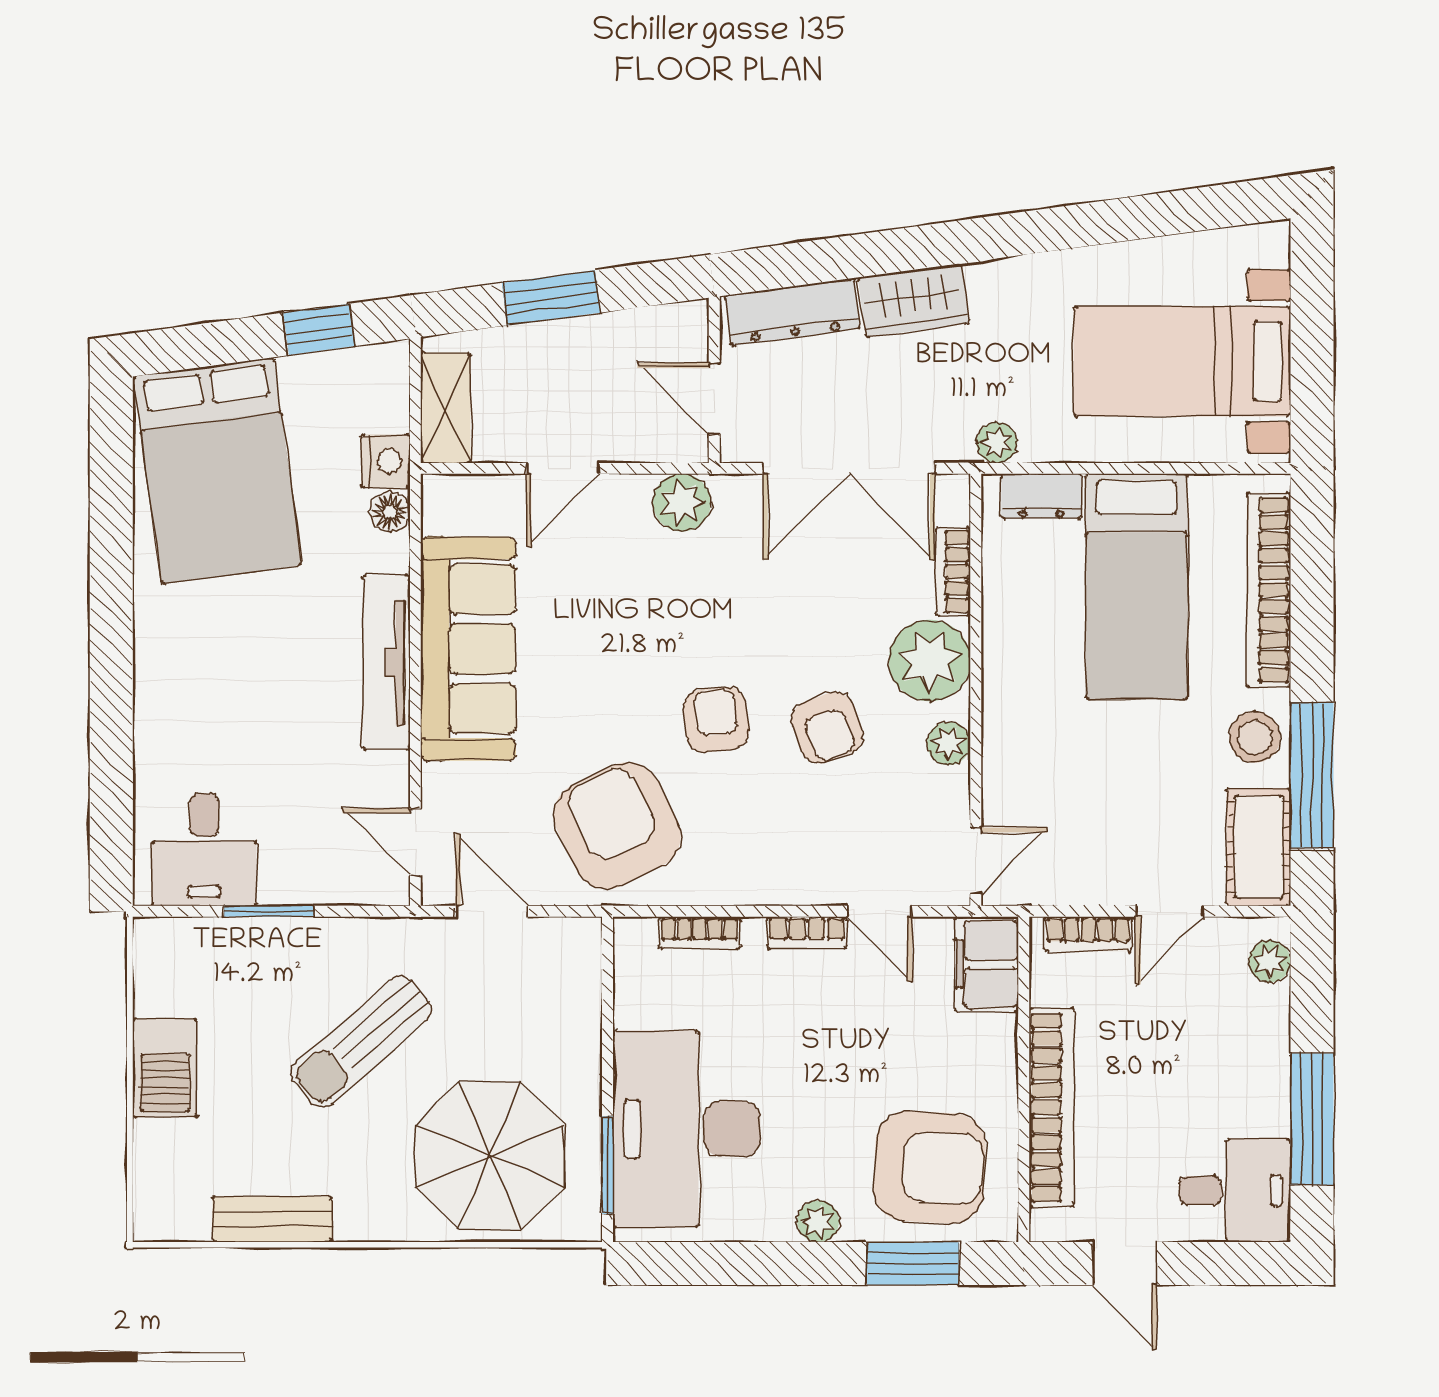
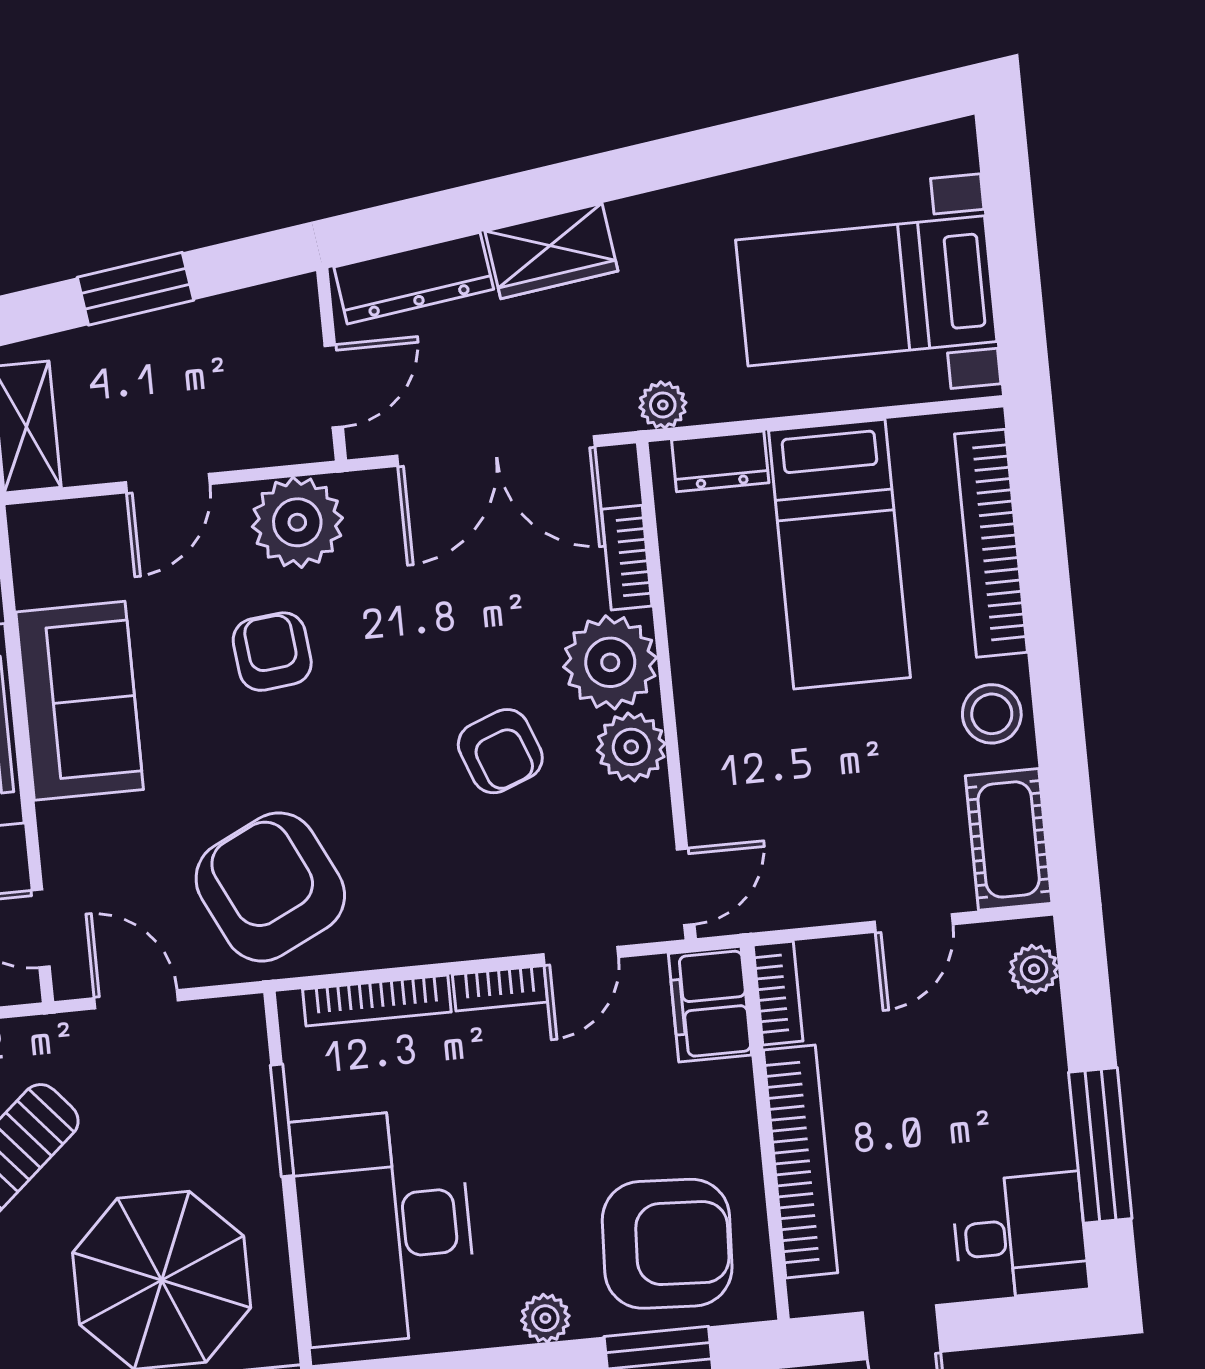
door: (714, 399) -> (334, 386), swing flipped
plant: (682, 503) -> (297, 522), width x1.36, depth x1.36
sofa: (468, 649) -> (80, 701), width x0.73
armchair: (716, 720) -> (272, 652), moved
plant: (949, 743) -> (631, 747), width x1.38, depth x1.38
window: (1312, 775) -> (1062, 751), removed
door: (879, 911) -> (581, 956), hinge flipped
bookcase: (700, 933) -> (377, 1001), width x1.56
bookcase: (1088, 934) -> (778, 993), moved, turned -90
window: (608, 1165) -> (282, 1120), moved

